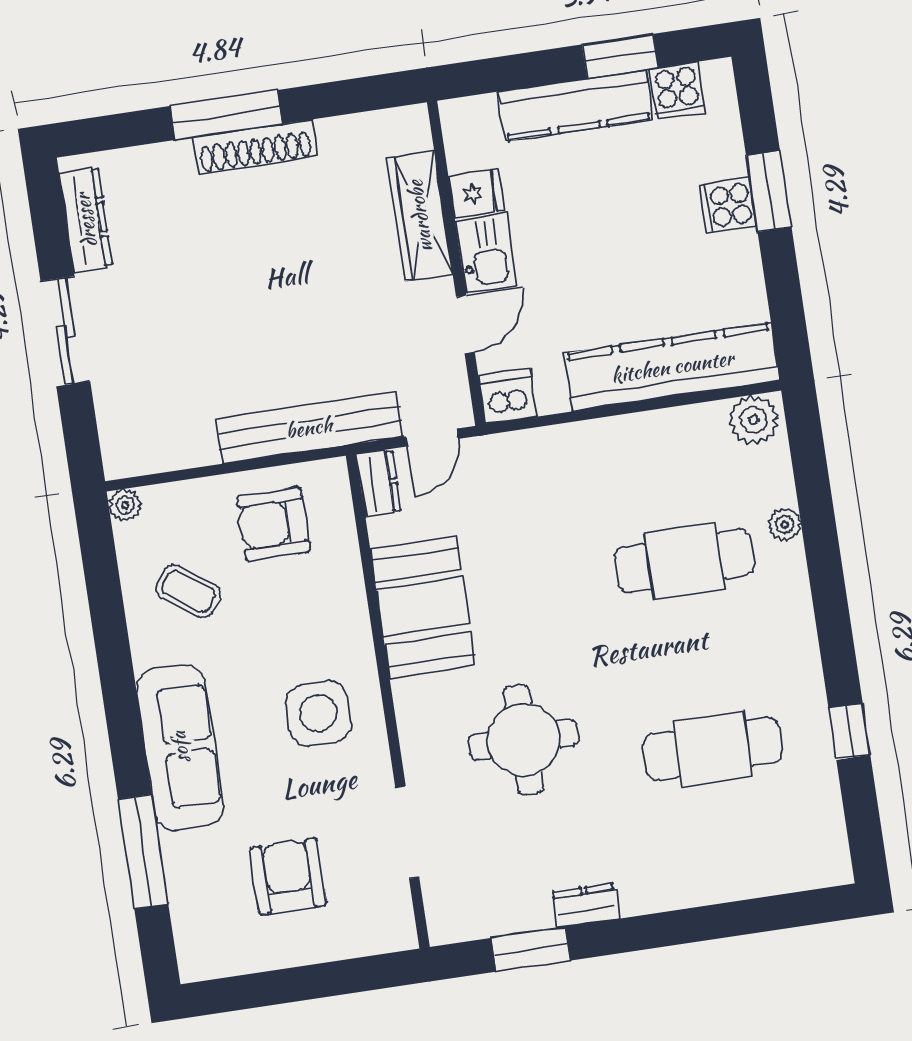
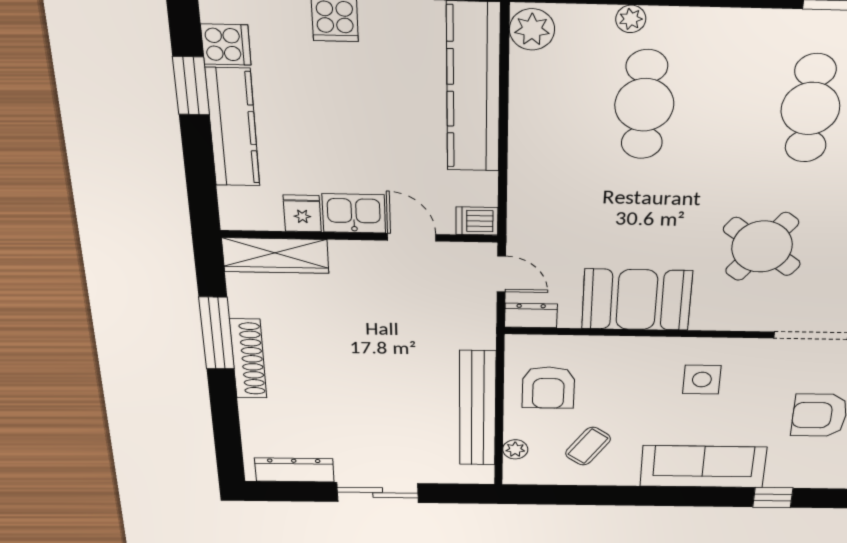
window: (226, 115) -> (217, 333), moved
wardrobe: (420, 216) -> (275, 256), moved
dishwasher: (508, 396) -> (477, 221), width x0.73
bench: (309, 428) -> (478, 409), moved
plant: (125, 505) -> (515, 449), moved
side table: (318, 713) -> (702, 380), width x0.73, depth x0.73
round table: (524, 740) -> (762, 247), turned 37
window: (143, 852) -> (773, 498), width x0.46

